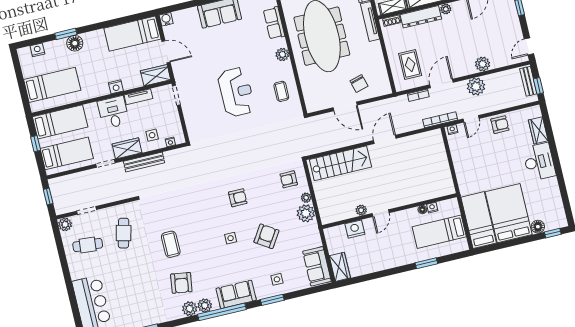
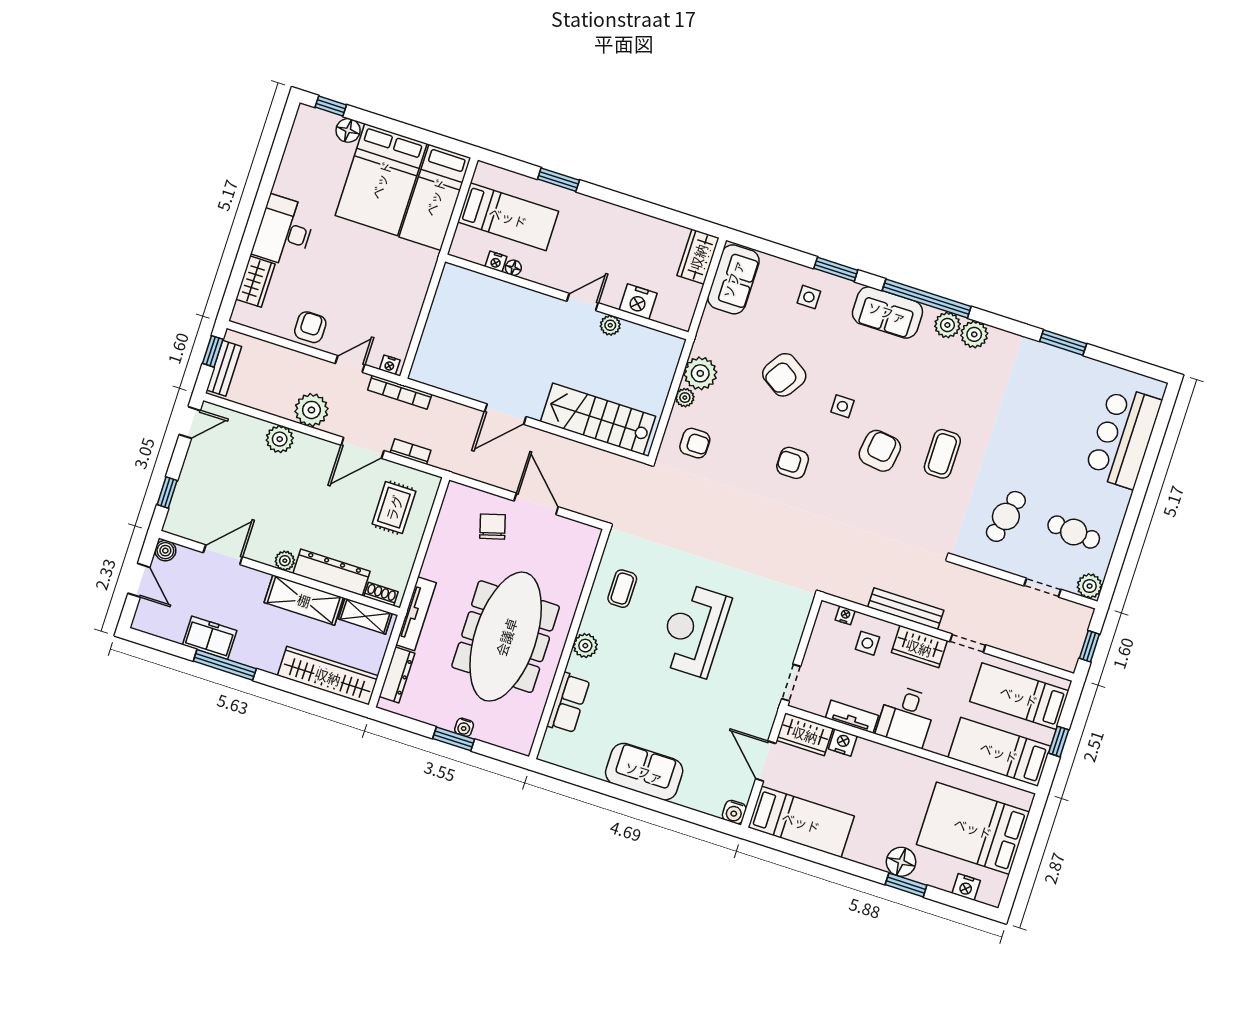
bed: (52, 85) -> (973, 828), width x1.50
nightstand: (116, 87) -> (843, 742), moved
armchair: (500, 125) -> (310, 327), turned 90
armchair: (181, 283) -> (880, 451), moved

